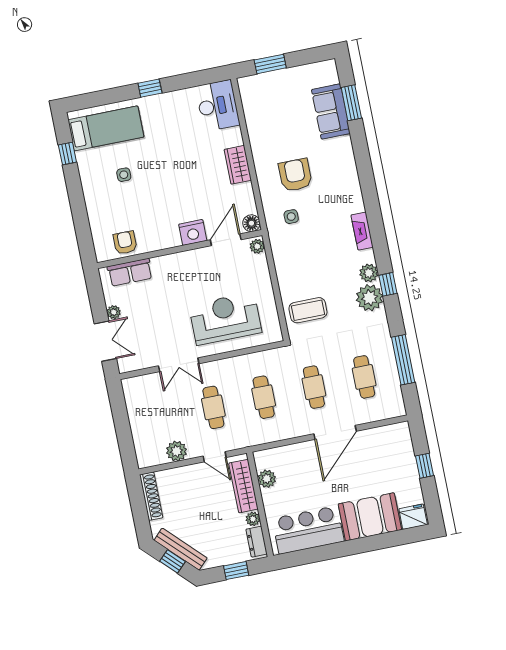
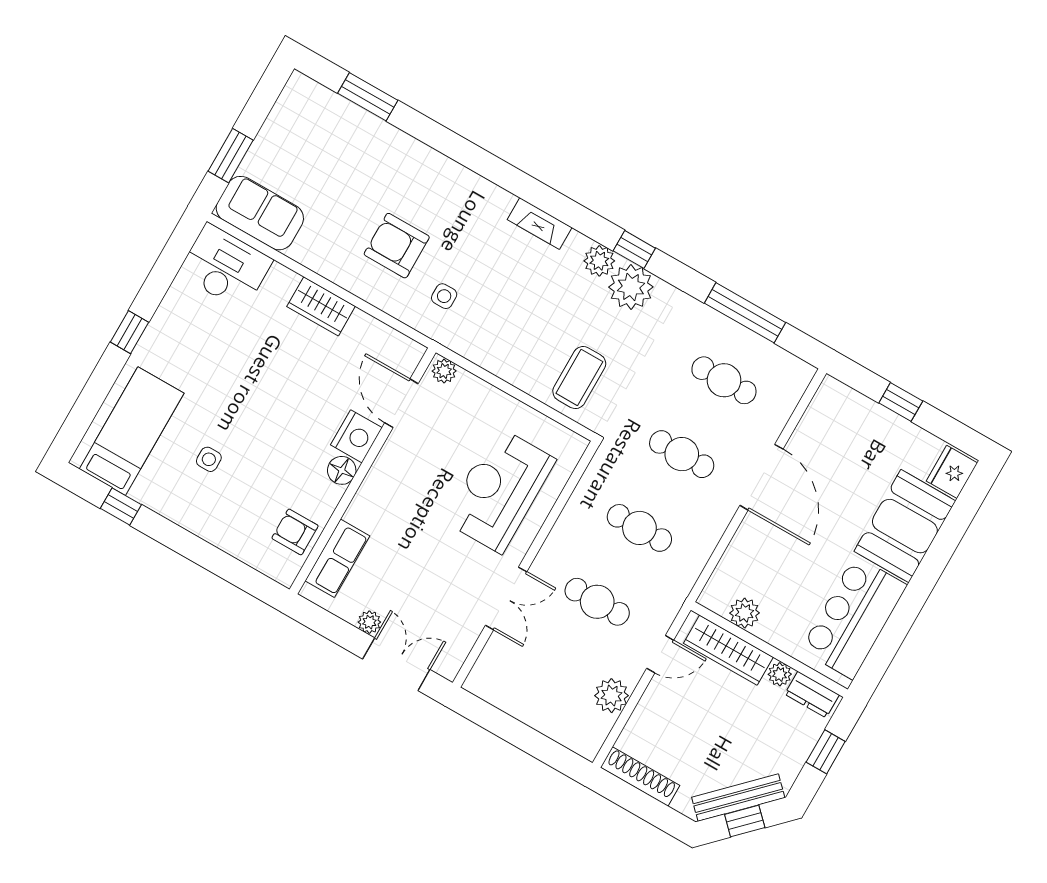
sofa: (331, 112) -> (260, 213), moved, turned 180
floor lamp: (251, 223) -> (342, 470), moved

